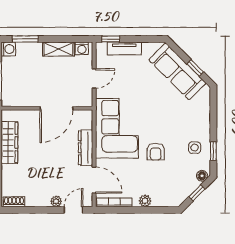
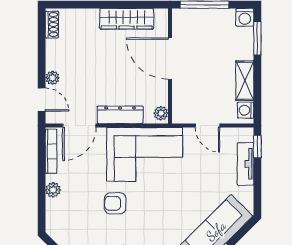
door: (56, 108) -> (170, 59), moved
plant: (84, 115) -> (161, 113), added

